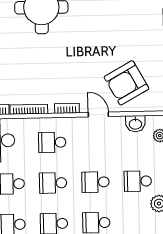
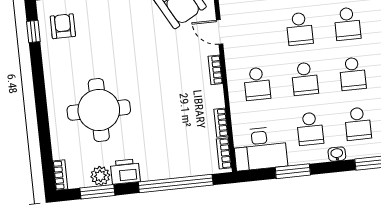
bookcase: (29, 109) -> (221, 123), width x0.64
door: (98, 115) -> (220, 32), hinge flipped

